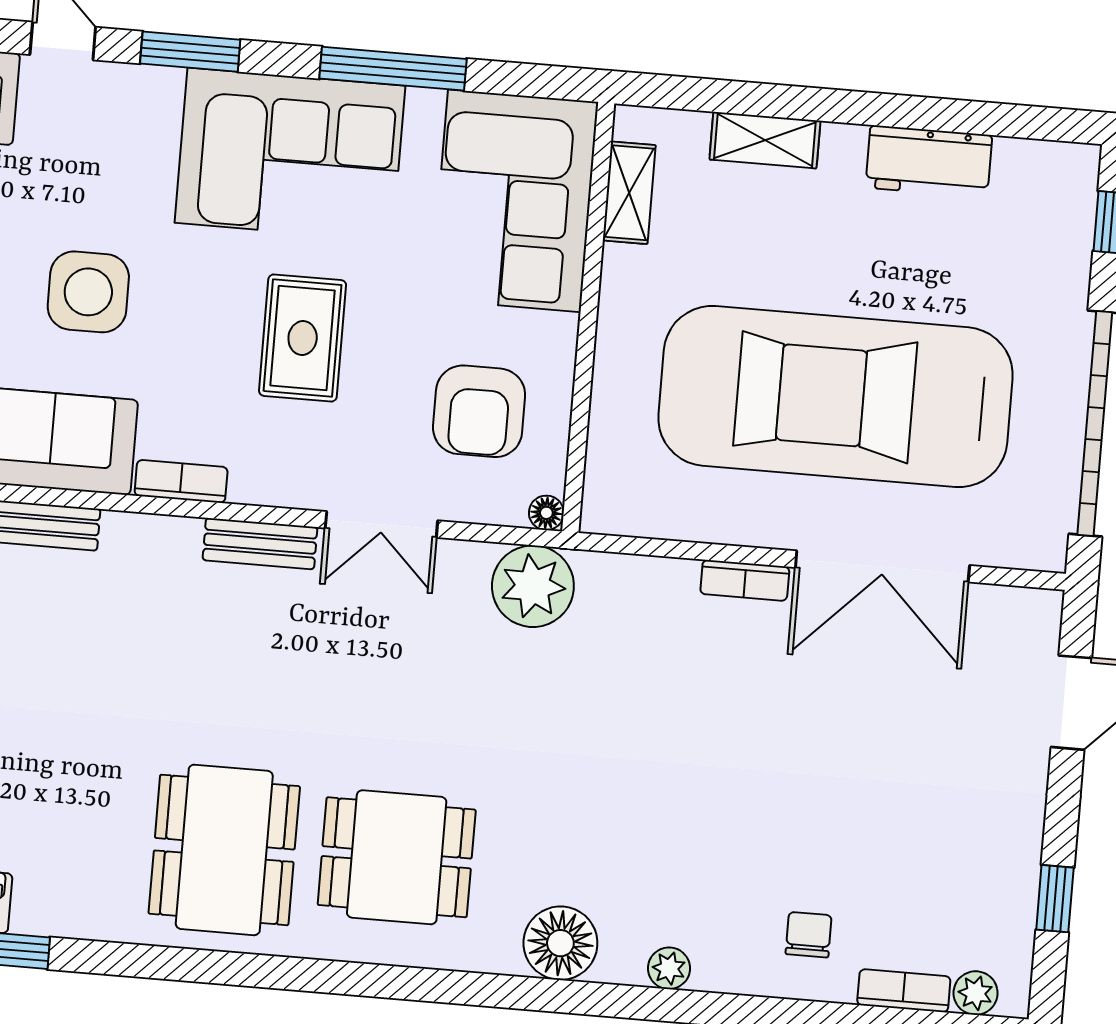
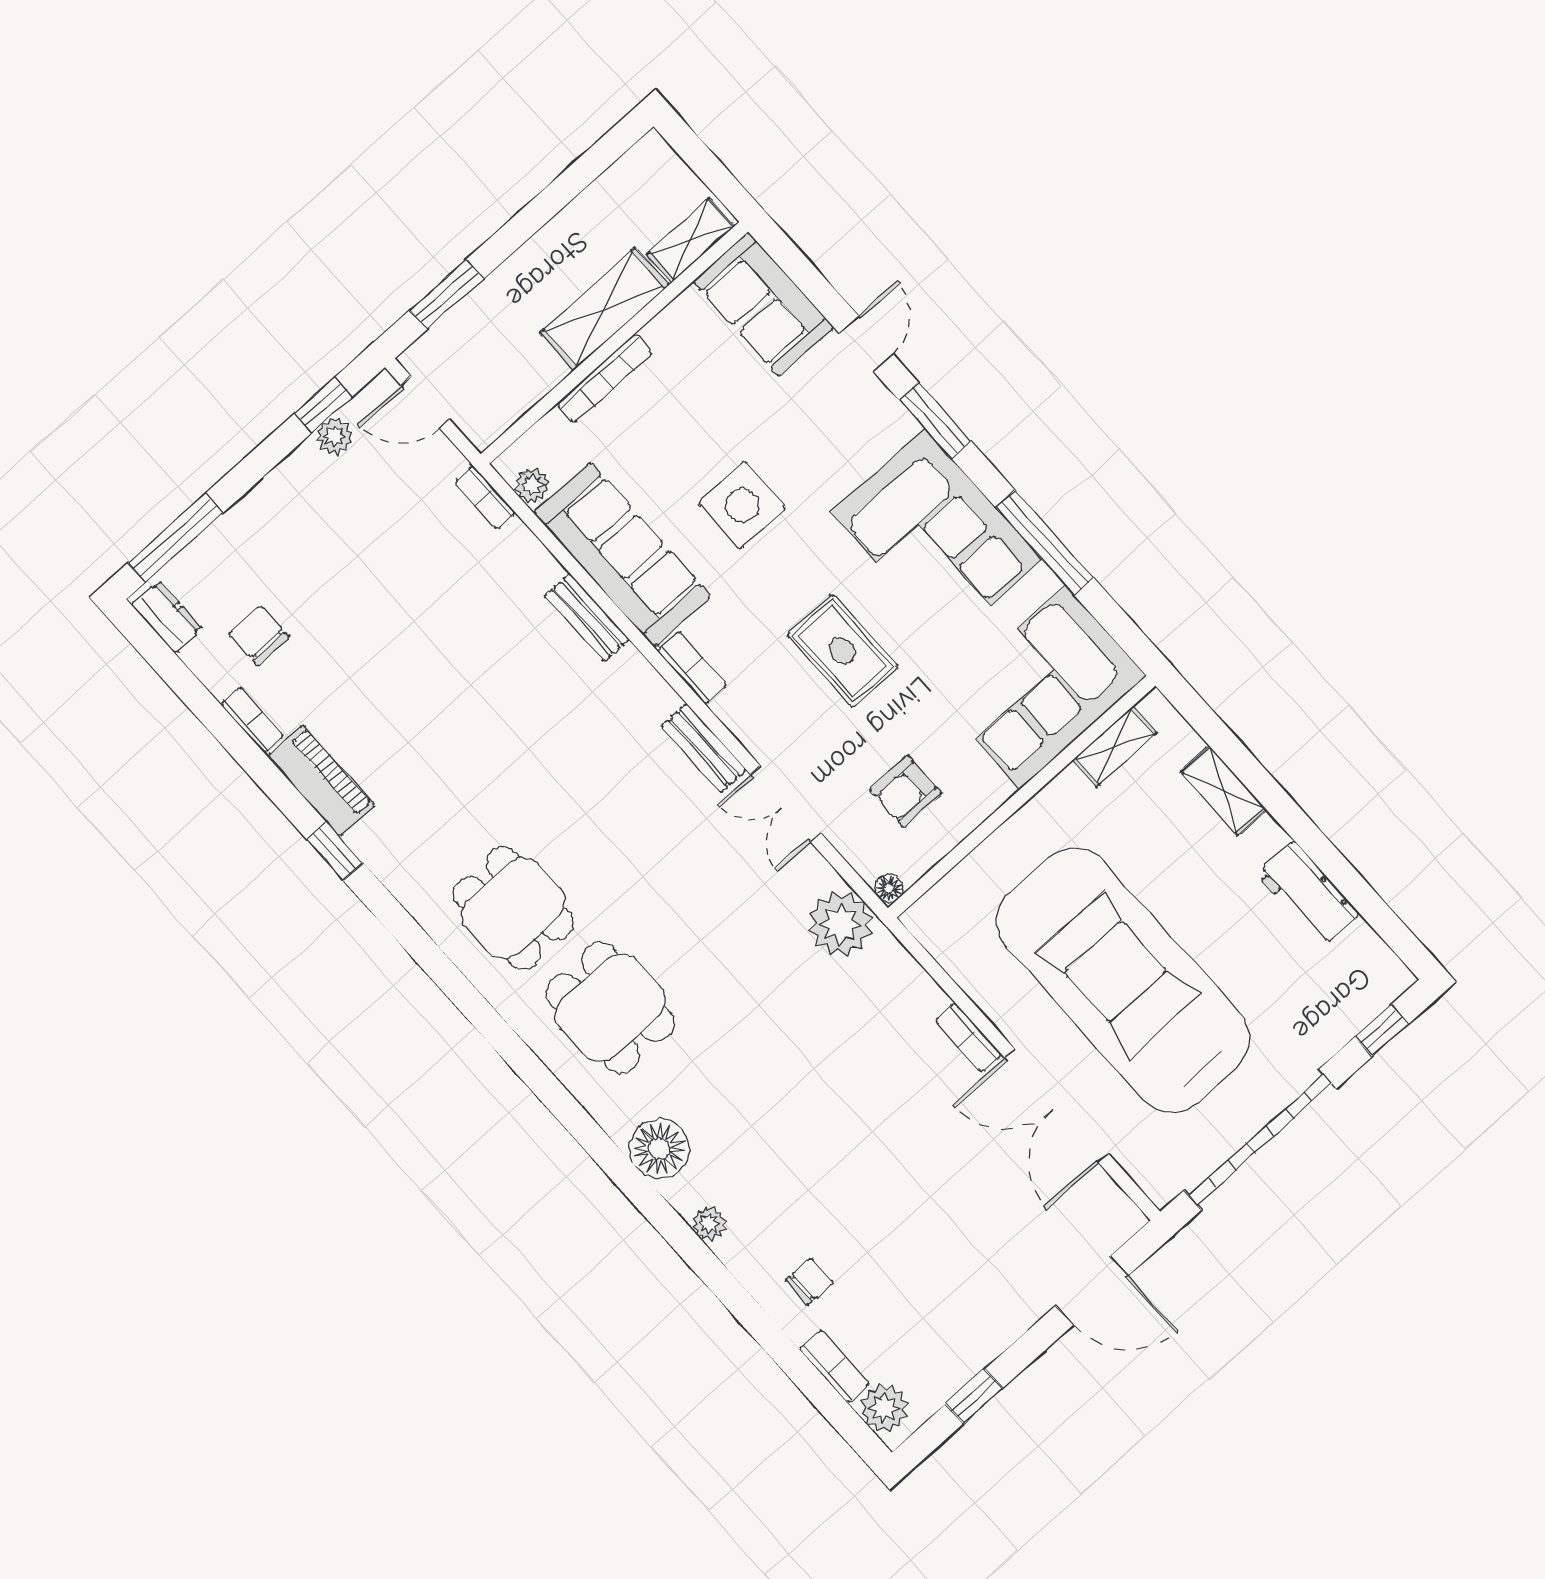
rug: (303, 338) -> (843, 651), turned 90
armchair: (479, 411) -> (906, 792), width x0.72, depth x0.72
dining table: (224, 850) -> (513, 908), width x0.73
plant: (976, 993) -> (885, 1408), width x1.38, depth x1.38

